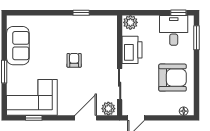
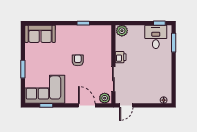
sofa: (18, 46) -> (40, 34), moved, turned 90
printer: (132, 50) -> (121, 57), width x0.53, depth x0.68
armchair: (172, 78) -> (155, 74), removed
door: (86, 118) -> (87, 105), hinge flipped

